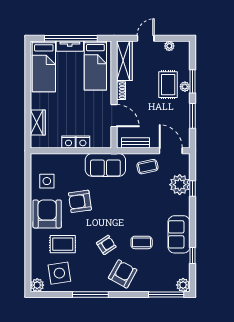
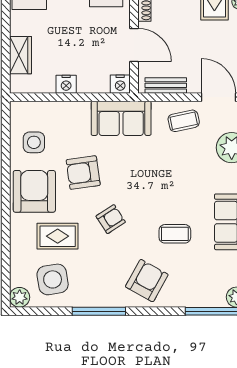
nightstand: (83, 142) -> (120, 84), moved
armchair: (106, 245) -> (111, 219), moved

